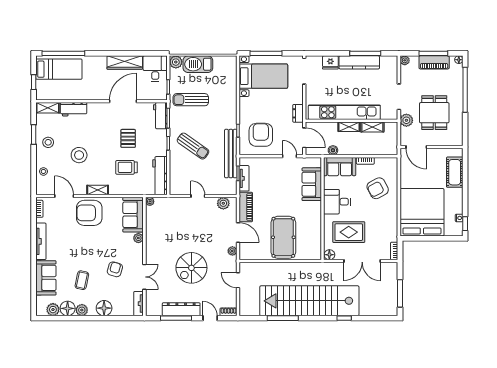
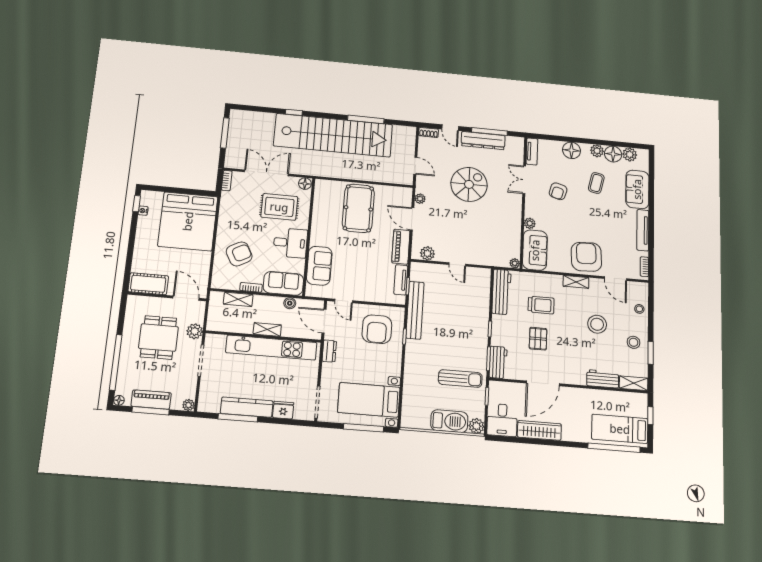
shelving: (372, 127) -> (238, 299), moved
sun lounger: (193, 146) -> (460, 323), removed
cot: (455, 172) -> (148, 284), moved, turned 90
armchair: (89, 213) -> (586, 257), turned -93

